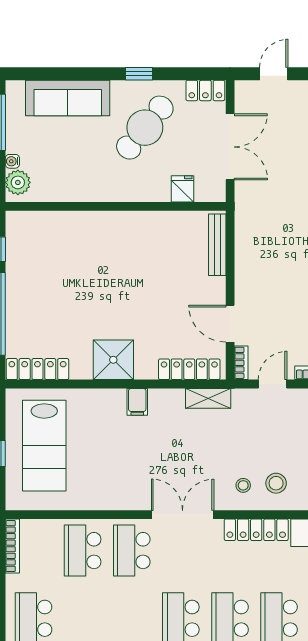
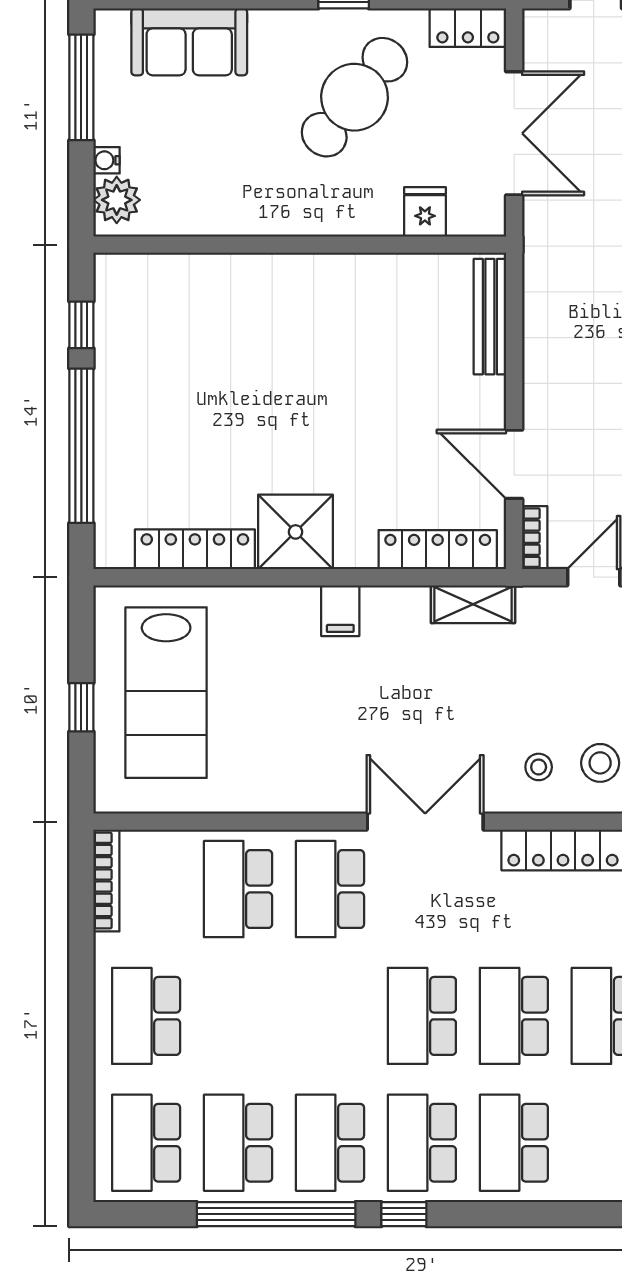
sofa: (68, 98) -> (189, 42), width x0.73
locker: (37, 369) -> (195, 549), moved

